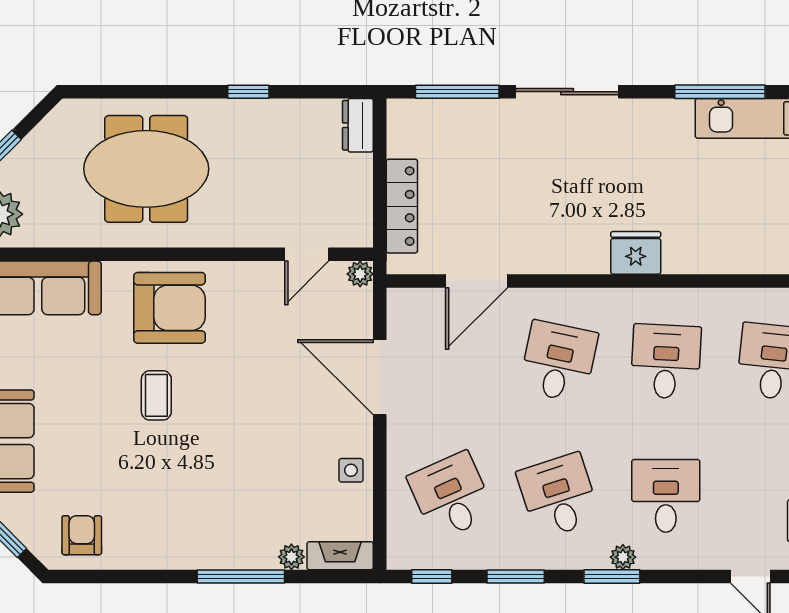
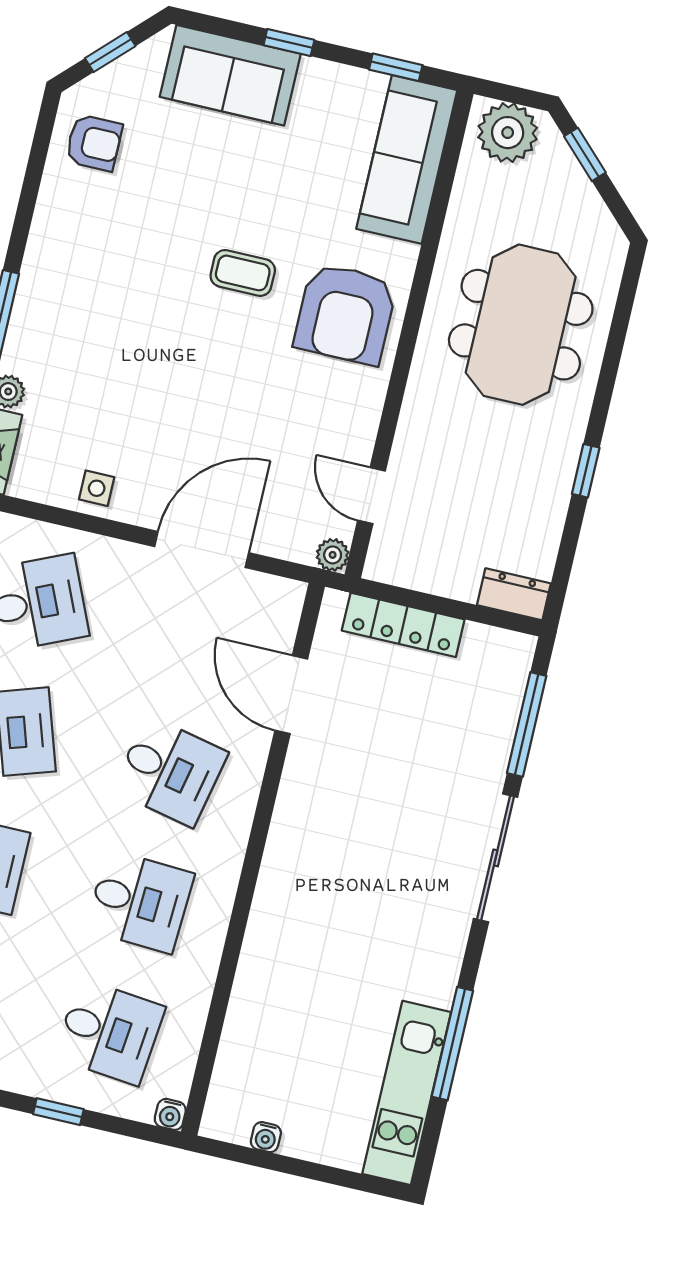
fridge: (636, 253) -> (280, 896), removed

